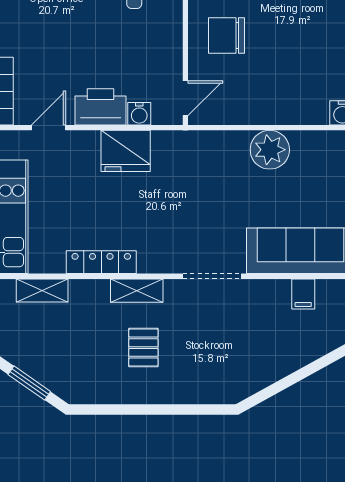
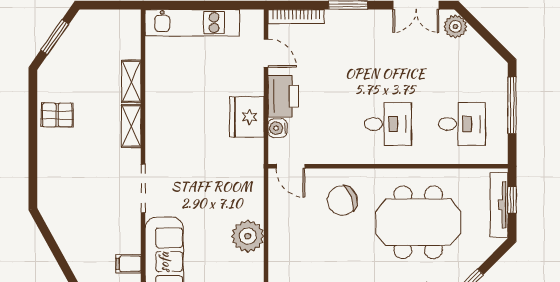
chair: (227, 35) -> (342, 200), turned -111
locker: (101, 262) -> (155, 97), removed
shelving: (42, 290) -> (131, 81), moved
pallet: (143, 348) -> (57, 115), moved

